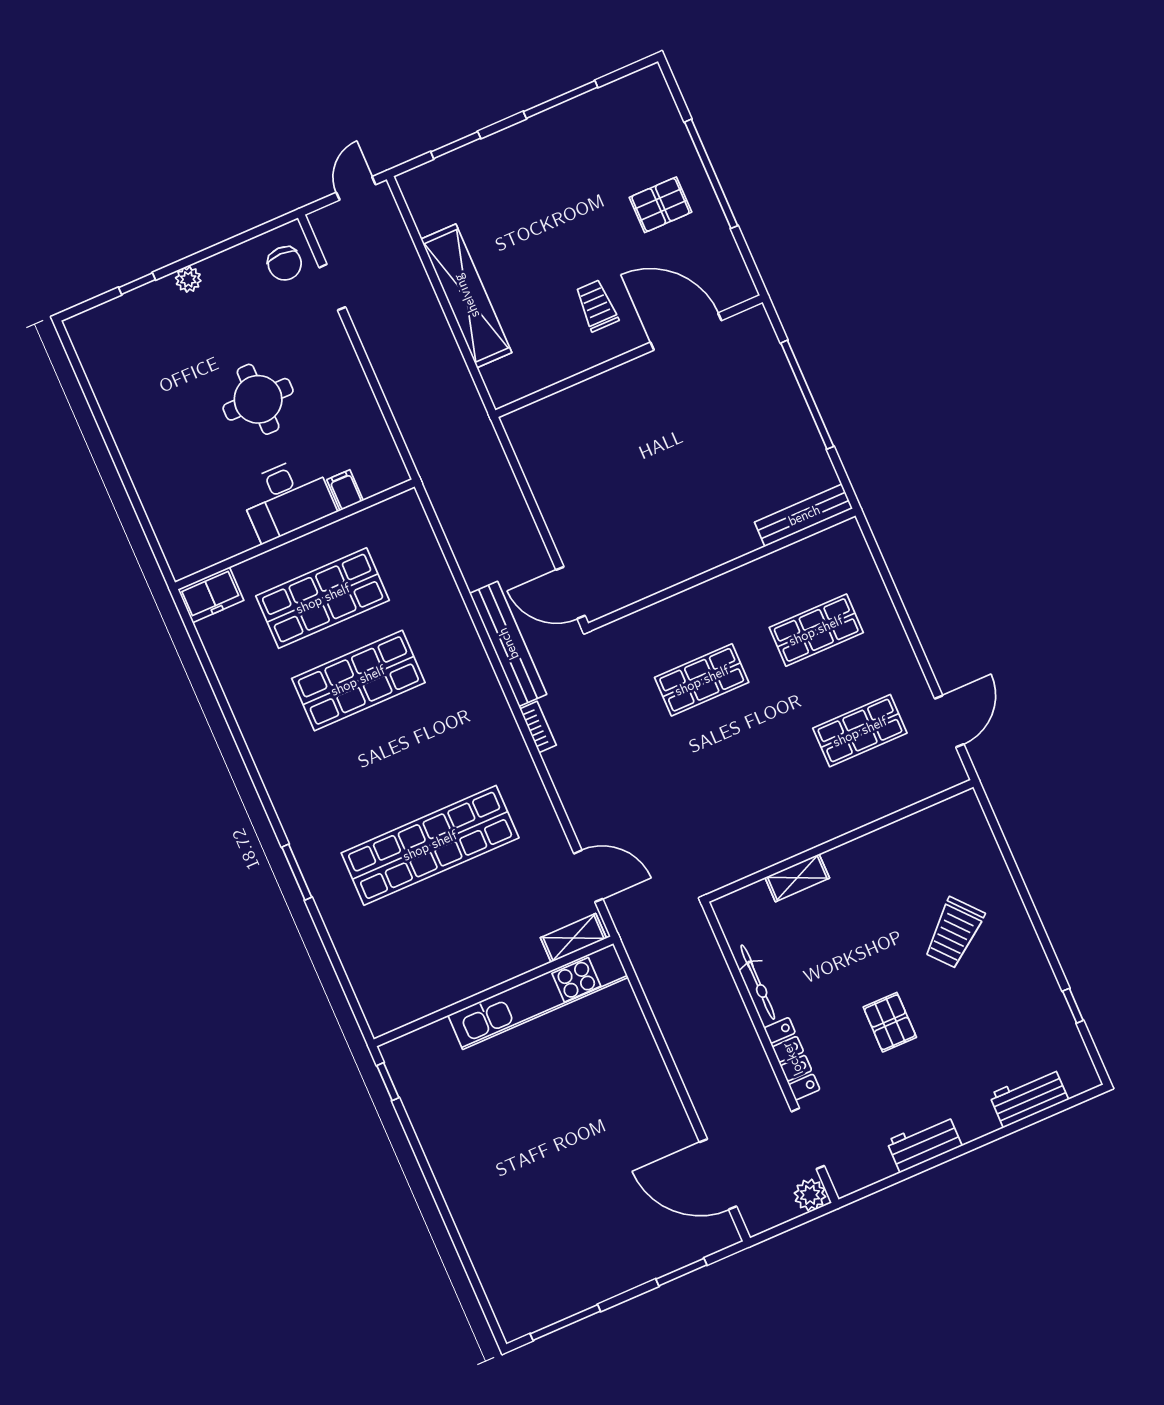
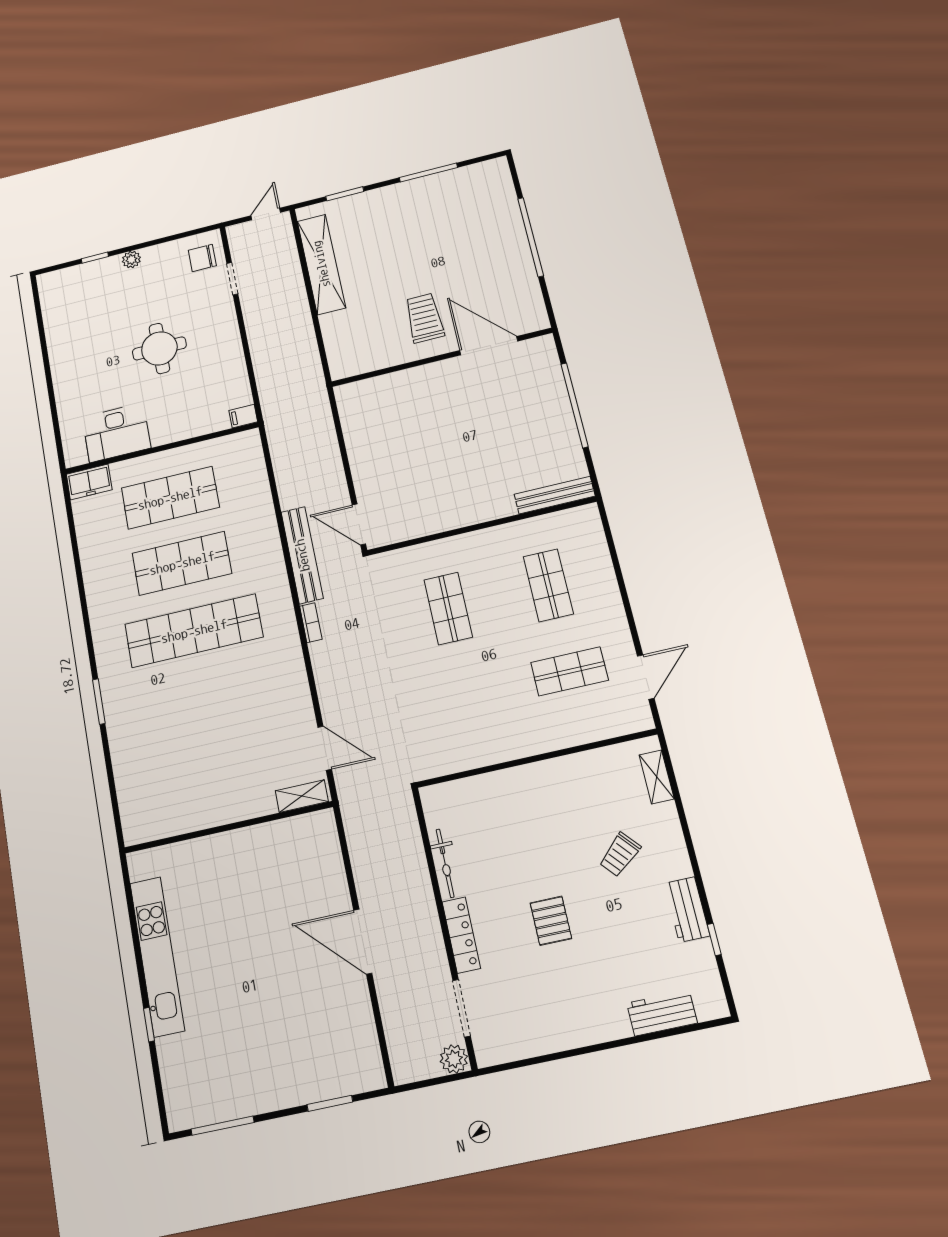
pallet: (661, 205) -> (488, 254), removed
chair: (285, 263) -> (202, 258), turned 90
shelving: (466, 296) -> (321, 264), moved
trolley: (597, 306) -> (424, 318), width x1.36, depth x1.39
filing cabinet: (345, 490) -> (243, 416), moved, turned -90
desk: (287, 498) -> (116, 433), moved
shop shelf: (816, 630) -> (548, 585), turned 90
shop shelf: (702, 680) -> (448, 608), turned 90
shop shelf: (430, 845) -> (194, 631), moved
shelving: (797, 878) -> (657, 777), moved, turned 90
trolley: (954, 933) -> (620, 855), width x0.73, depth x0.72
kitchen unit: (538, 996) -> (157, 956), moved, turned -90
window: (388, 1082) -> (149, 1025), moved
workbench: (924, 1143) -> (687, 909), moved, turned -90
door: (718, 1174) -> (363, 942), moved

